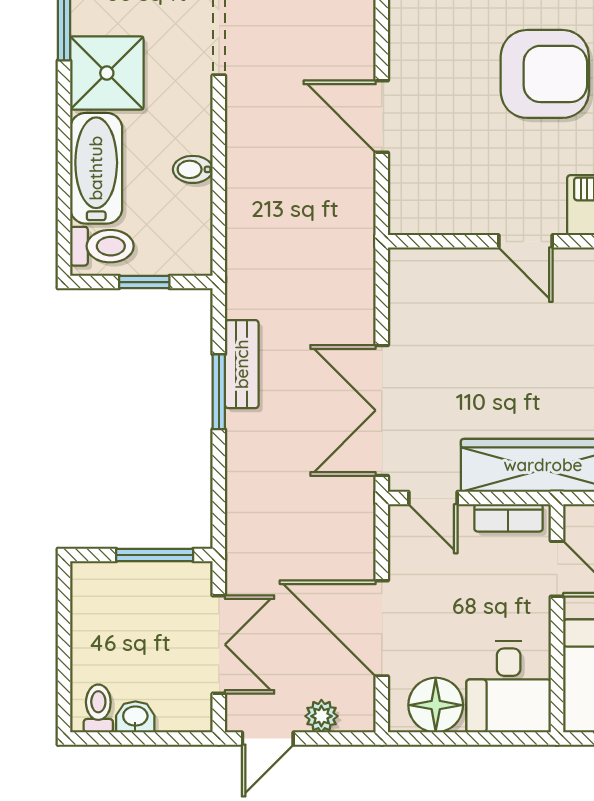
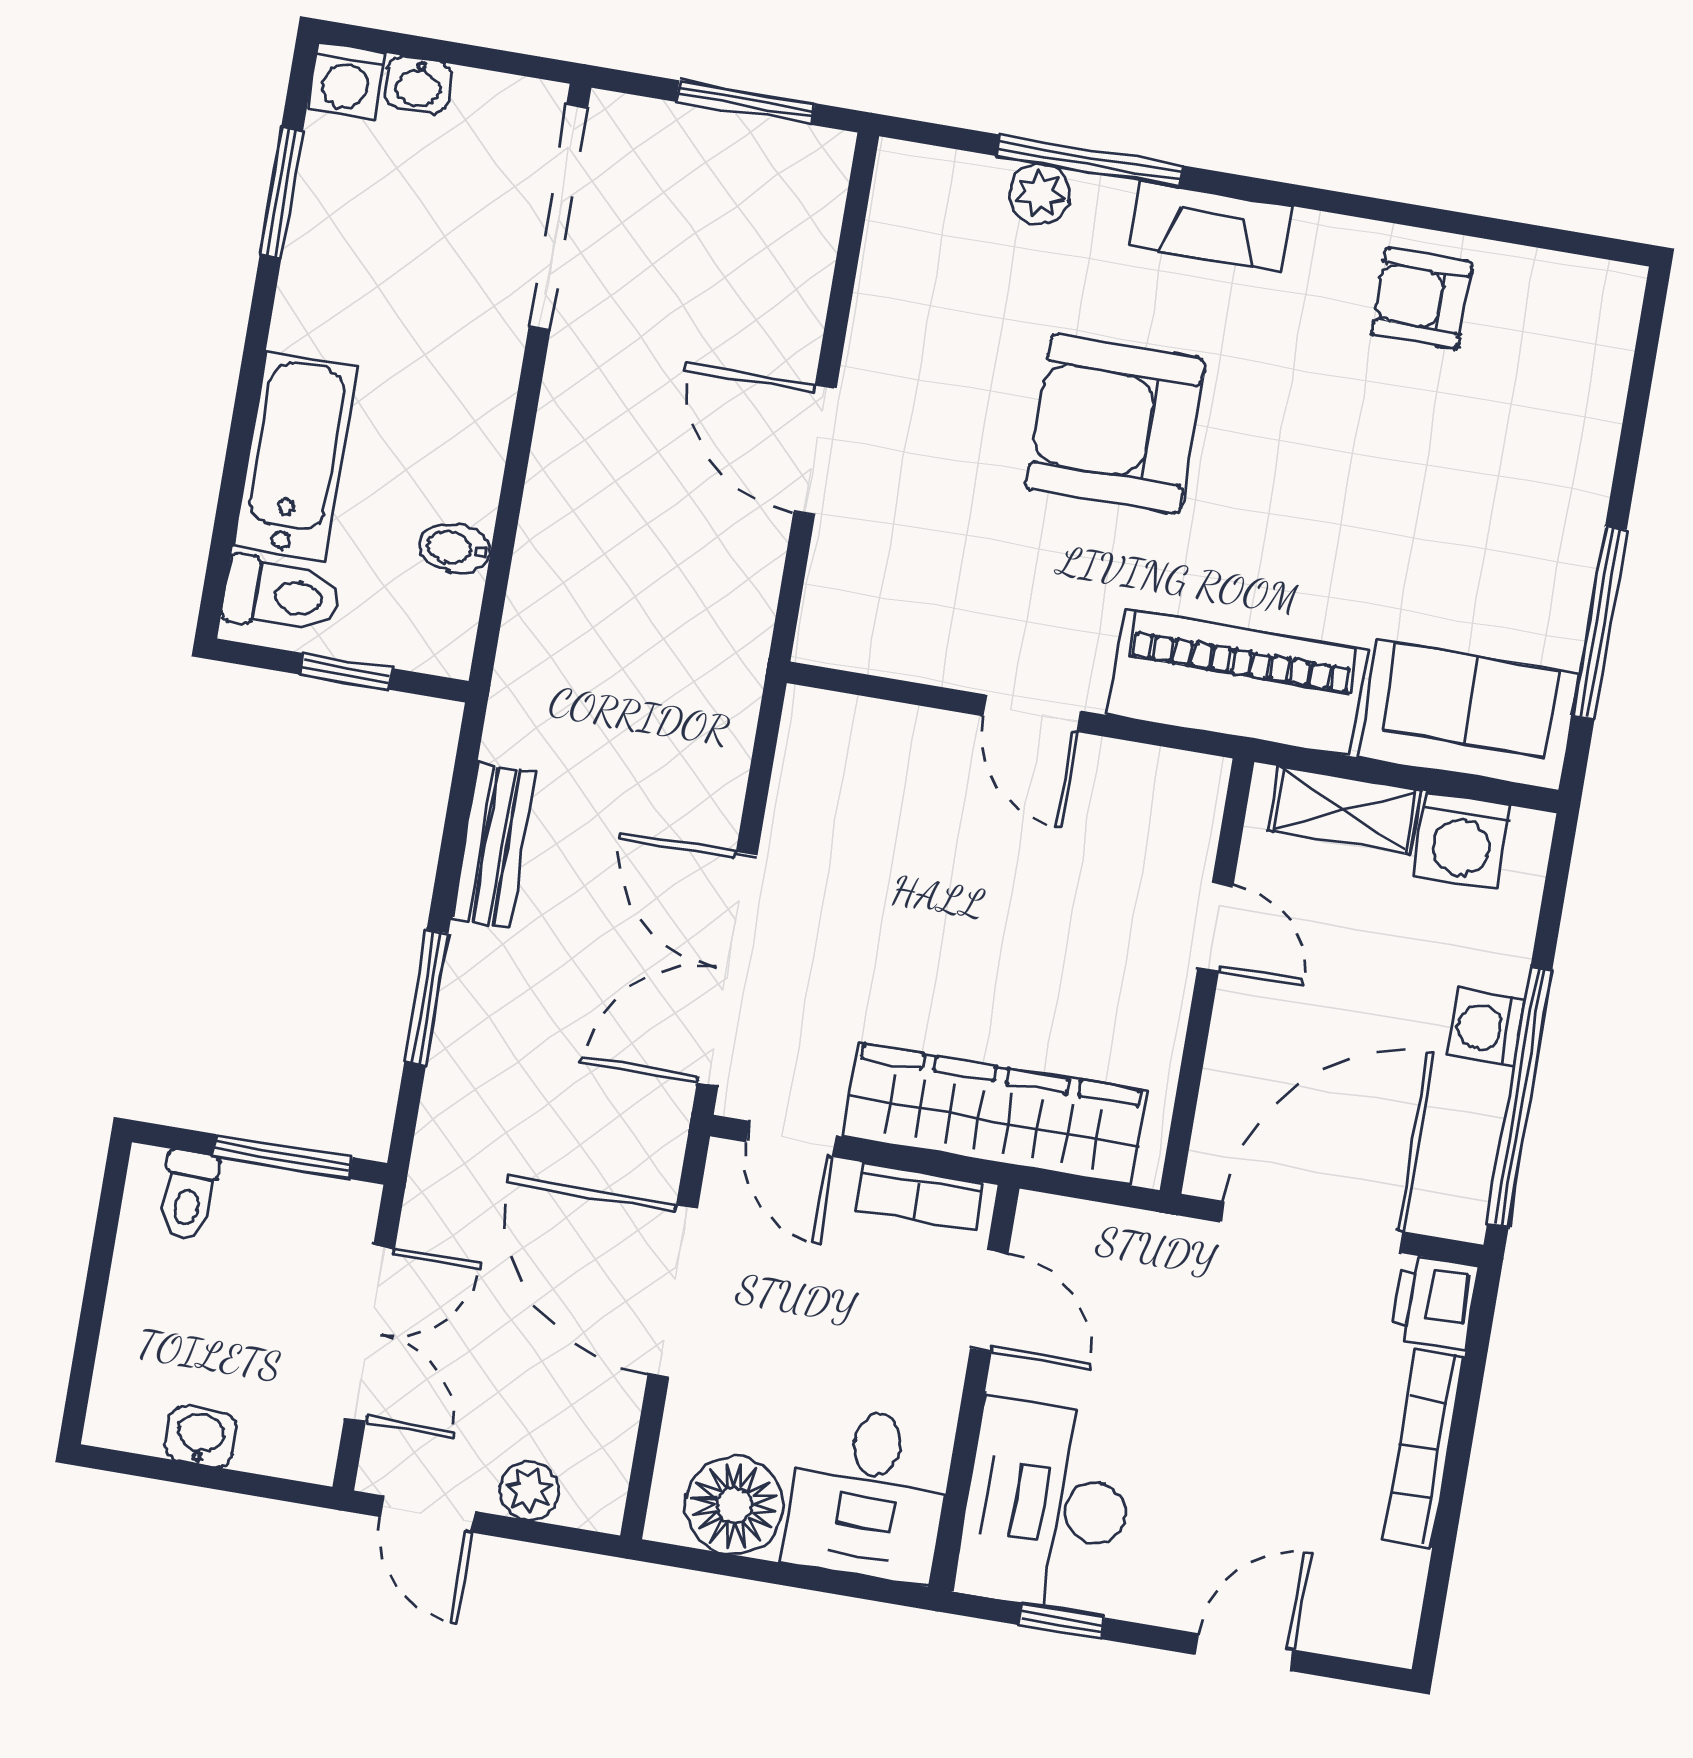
shower: (107, 73) -> (342, 291), removed
armchair: (545, 74) -> (1115, 424), turned 180
bidet: (193, 169) -> (455, 548), moved
window: (219, 392) -> (426, 998), moved
door: (382, 628) -> (673, 1291), moved
toilet: (98, 708) -> (189, 1195), moved, turned 180
door: (268, 738) -> (428, 1514), hinge flipped

